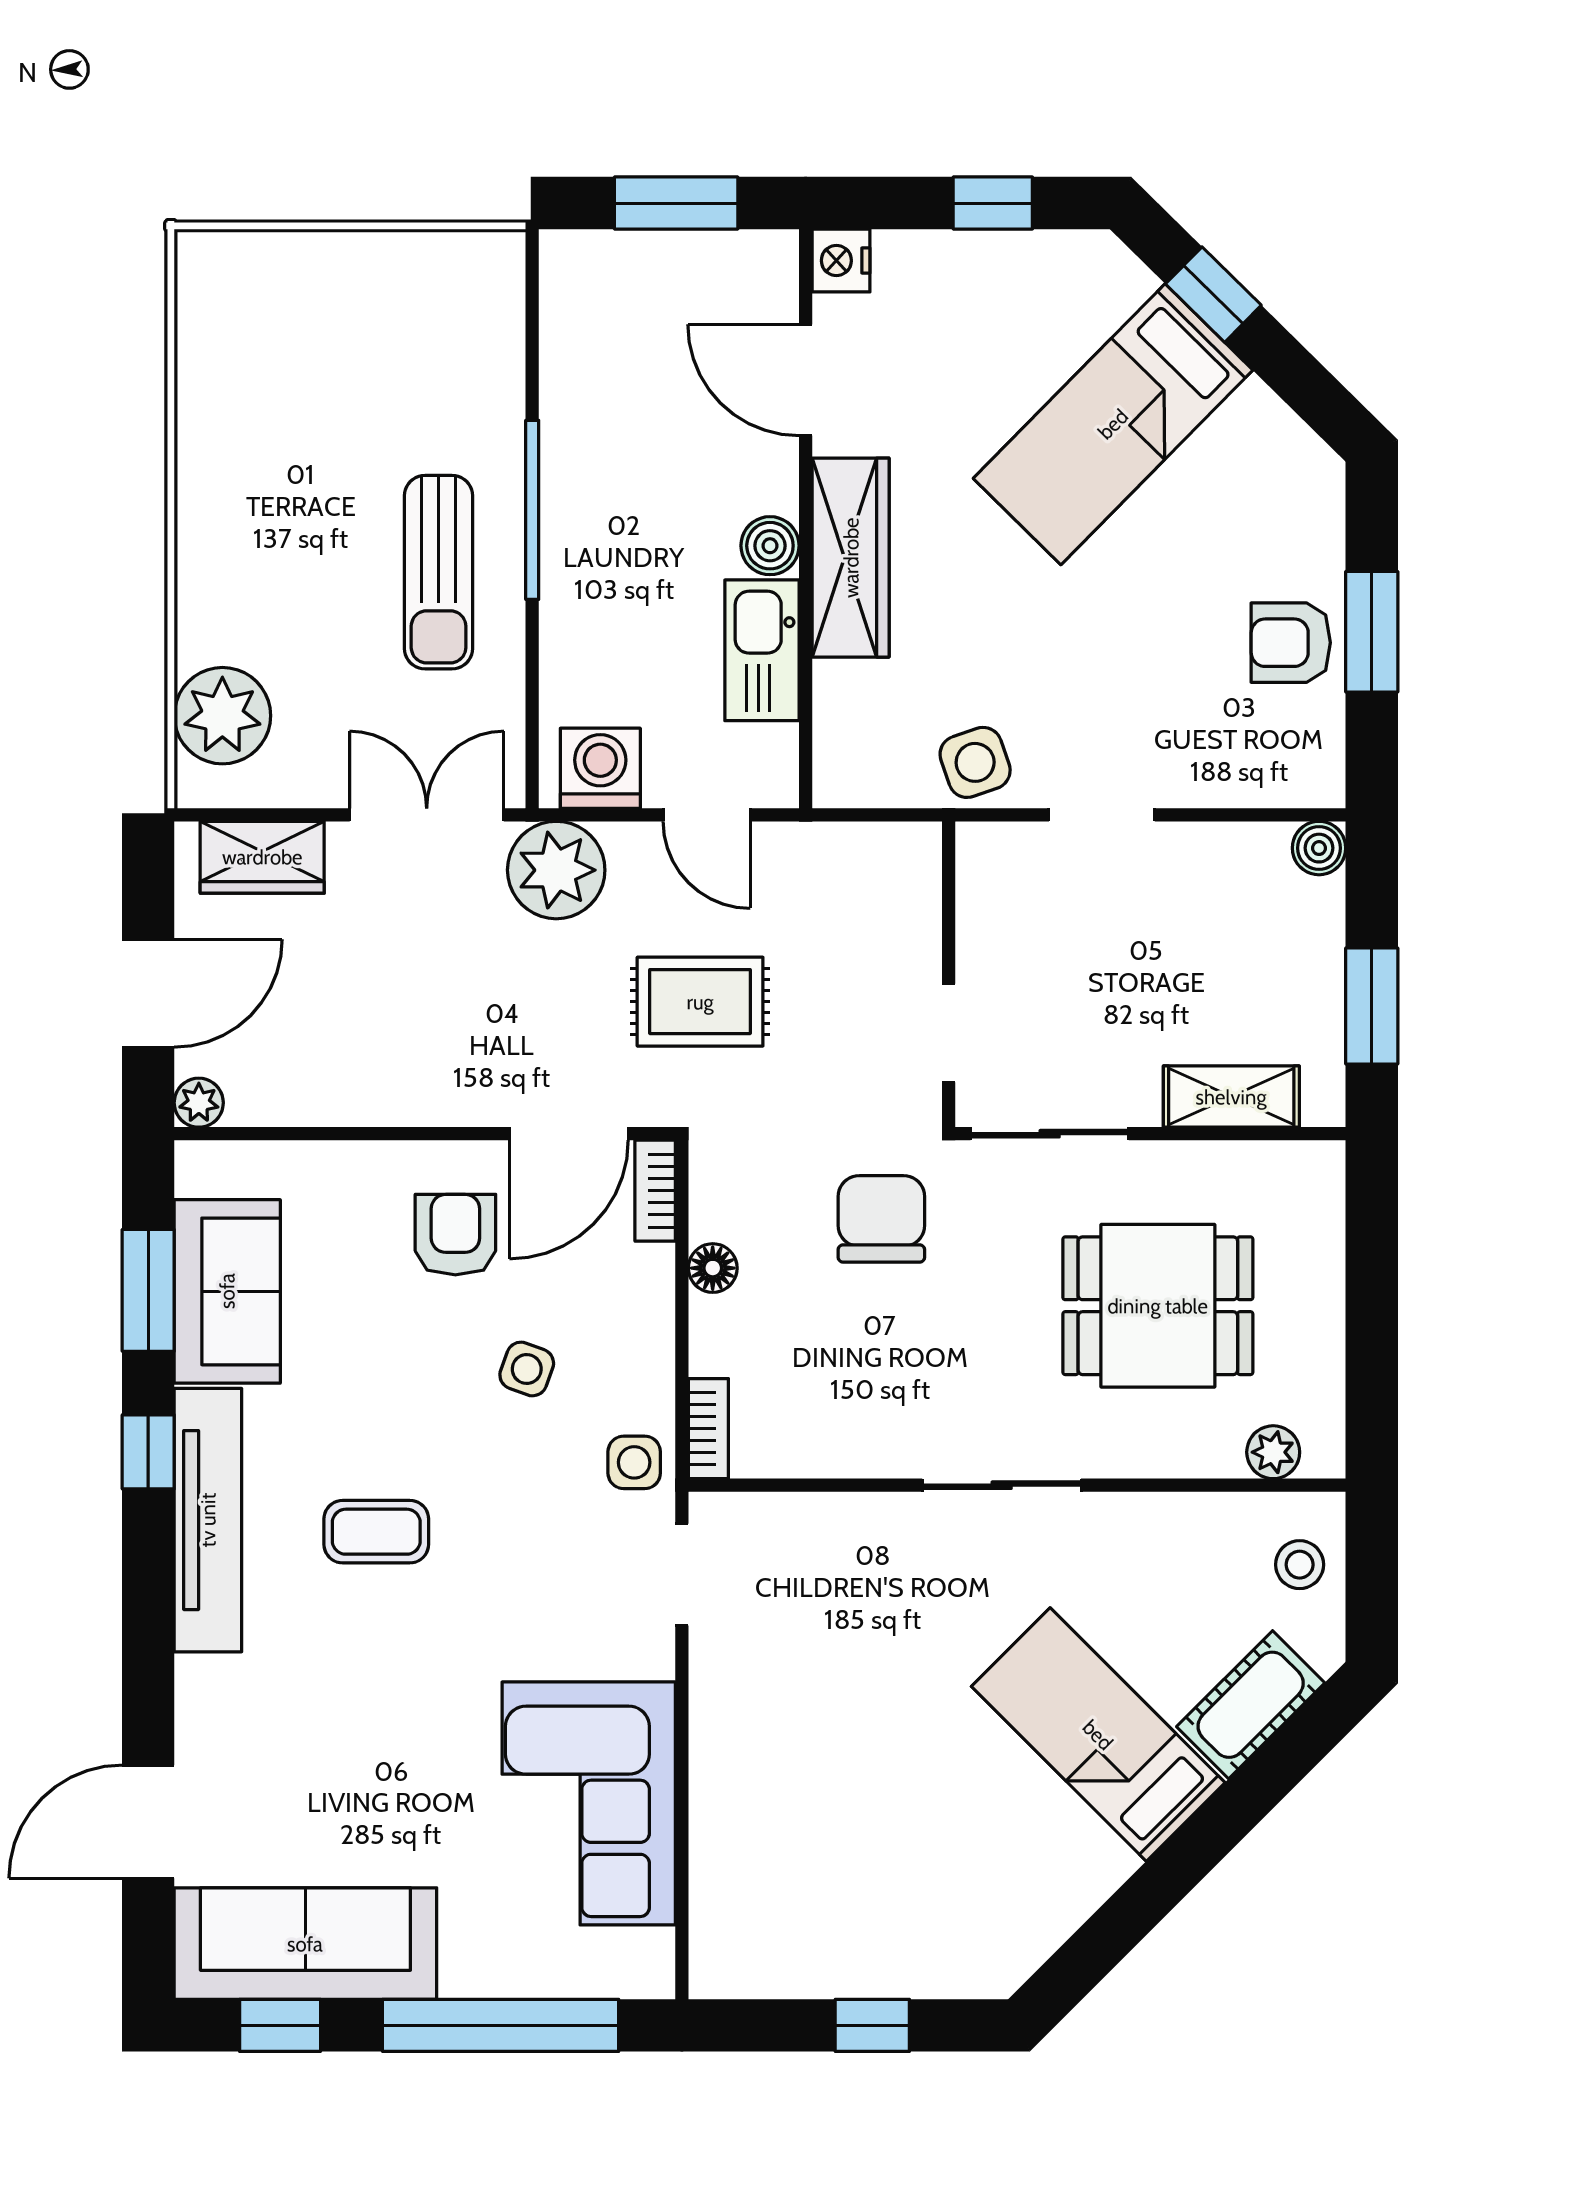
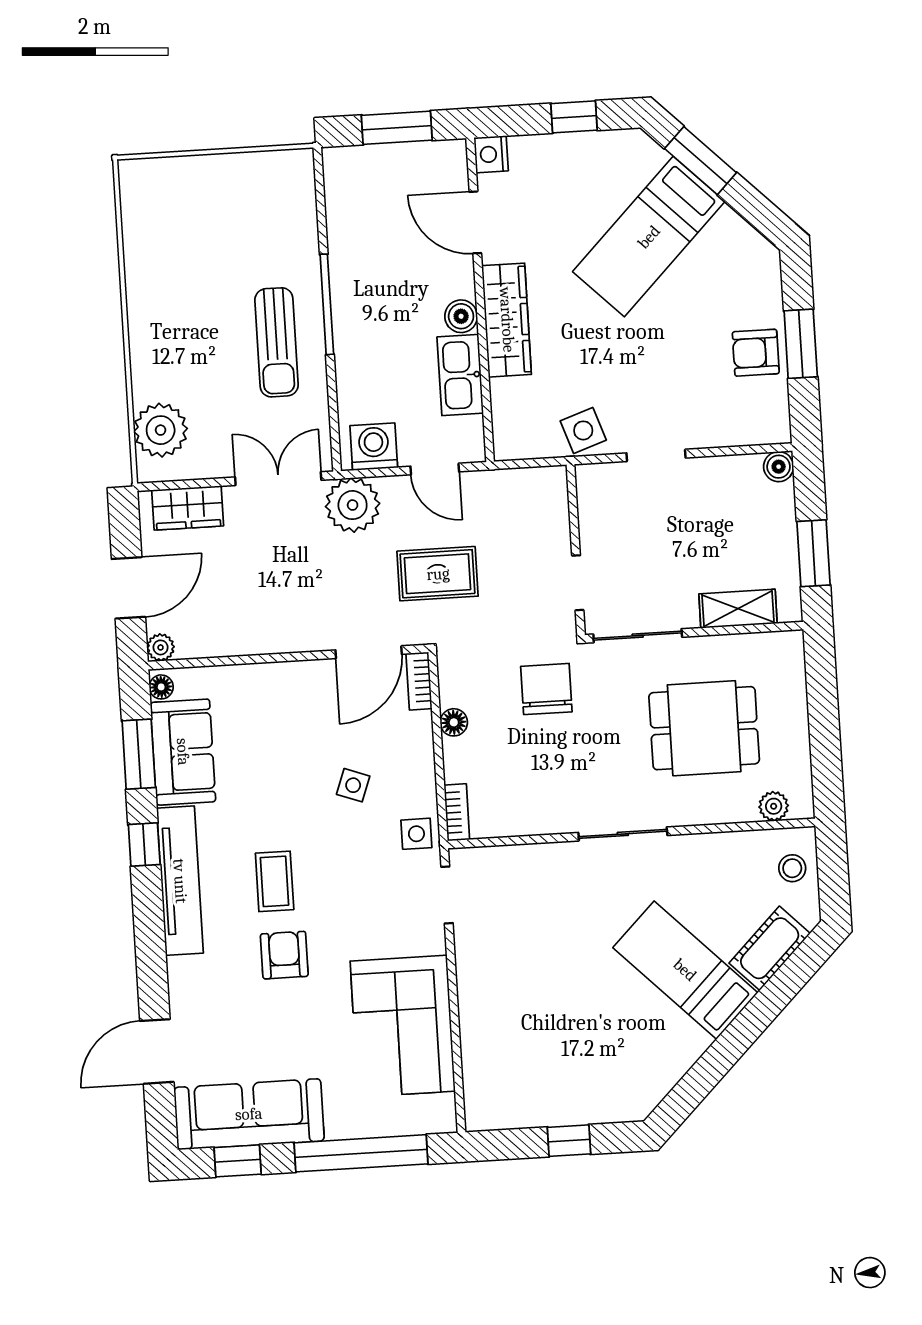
window: (1213, 295) -> (701, 161), width x1.50
floor lamp: (196, 1173) -> (161, 687), added
armchair: (455, 1235) -> (284, 955), moved
coffee table: (376, 1532) -> (275, 881), turned 90

